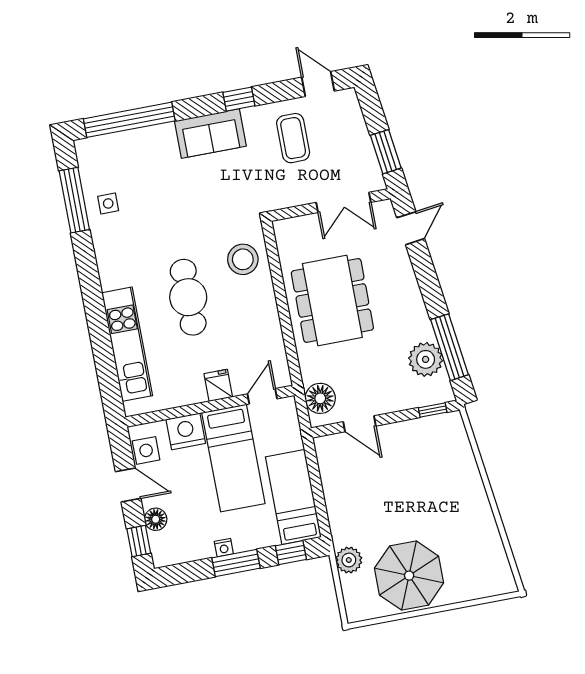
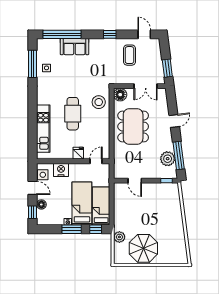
sofa: (210, 134) -> (74, 47), moved
door: (411, 228) -> (174, 121), moved
floor lamp: (320, 398) -> (120, 95), moved
bed: (233, 458) -> (82, 204), moved, turned 180

